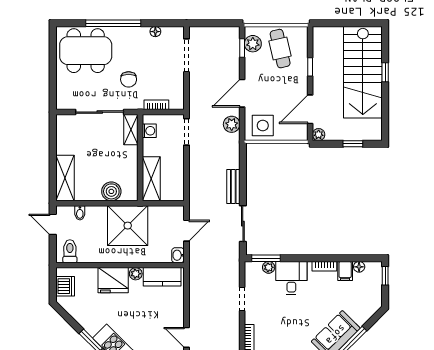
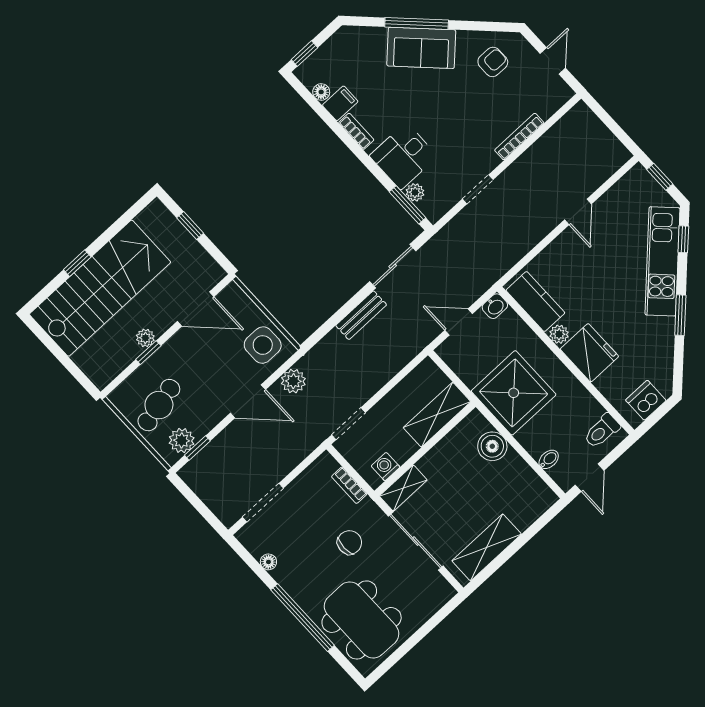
plant: (319, 135) -> (145, 338), moved
shelving: (65, 178) -> (487, 547), moved

